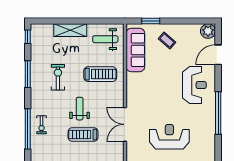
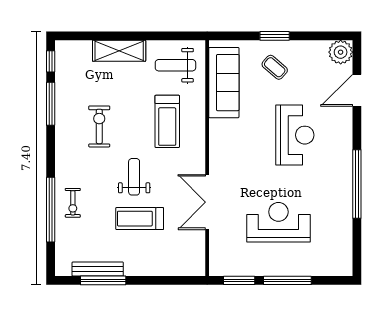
window: (151, 21) -> (275, 36), moved
window: (28, 74) -> (51, 104), moved
treadmill: (100, 74) -> (167, 121), turned 90
reception desk: (194, 85) -> (295, 135), moved

